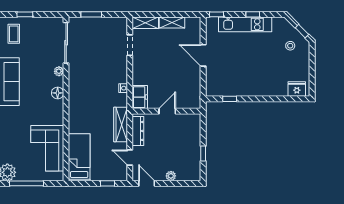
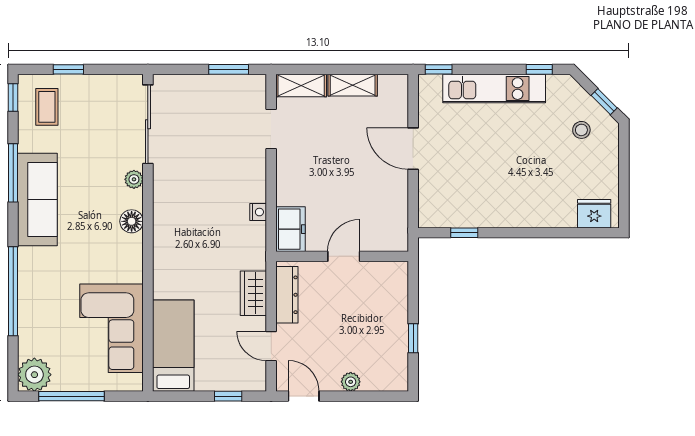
window: (91, 14) -> (229, 69), moved
window: (253, 14) -> (539, 69), moved
wardrobe: (121, 124) -> (253, 293), width x0.67

